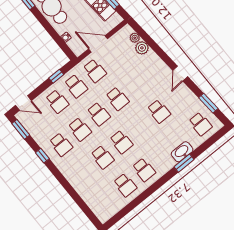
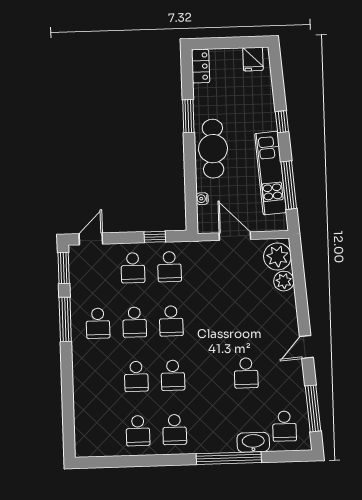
plant: (135, 38) -> (277, 257), width x1.88, depth x1.88
school desk: (95, 71) -> (206, 265), removed
school desk: (117, 99) -> (208, 320), removed
door: (23, 103) -> (91, 239), swing flipped
window: (208, 103) -> (313, 408), width x1.44
washbasin: (182, 152) -> (253, 442), moved
window: (42, 156) -> (65, 319), width x2.17
window: (184, 163) -> (229, 458), width x2.11

